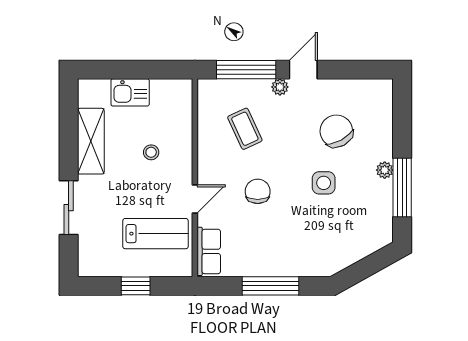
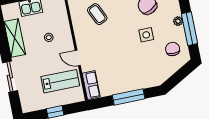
chair: (258, 191) -> (173, 49), moved
door: (195, 199) -> (78, 58), swing flipped

